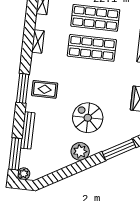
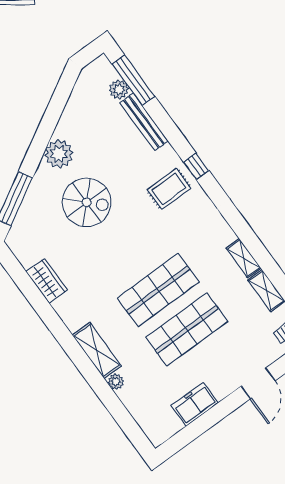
shelving: (38, 41) -> (244, 258), moved
window: (23, 88) -> (196, 166), width x0.46
plant: (24, 174) -> (119, 89), moved

